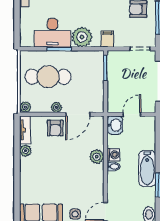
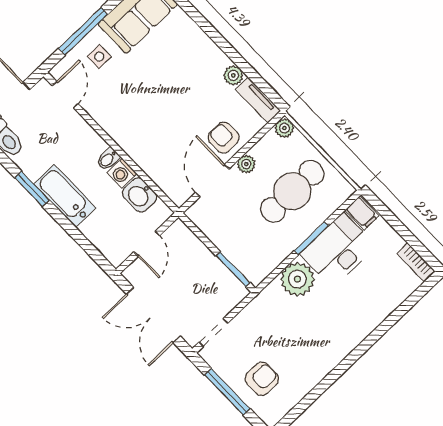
filing cabinet: (107, 39) -> (362, 213), moved
washbasin: (115, 125) -> (140, 195), moved
plant: (97, 157) -> (140, 151), removed

